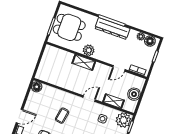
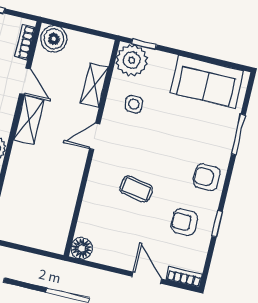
shelving: (84, 62) -> (29, 120), moved
boiler: (134, 94) -> (54, 39), moved
door: (89, 99) -> (95, 136), hinge flipped

